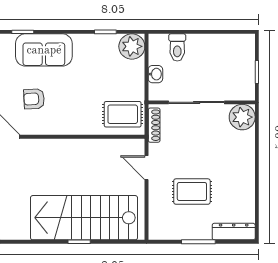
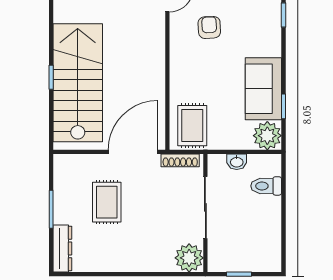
sofa: (44, 50) -> (263, 89), moved
door: (146, 168) -> (133, 152), width x1.87

